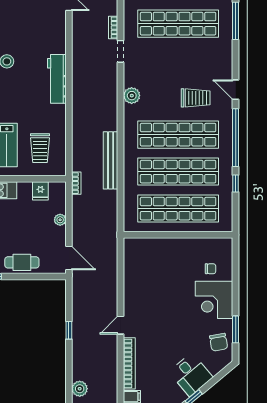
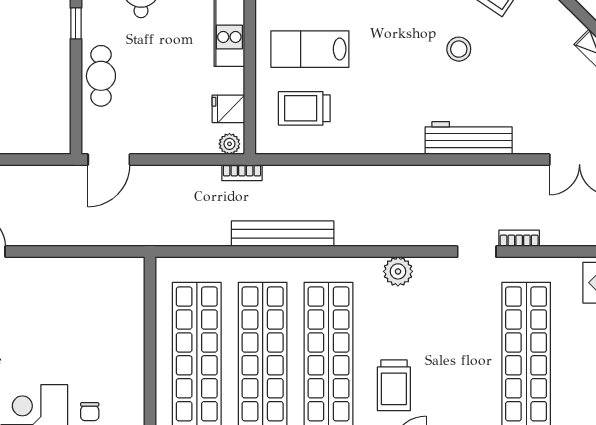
workbench: (57, 79) -> (469, 138), moved
plant: (60, 220) -> (229, 144), moved

